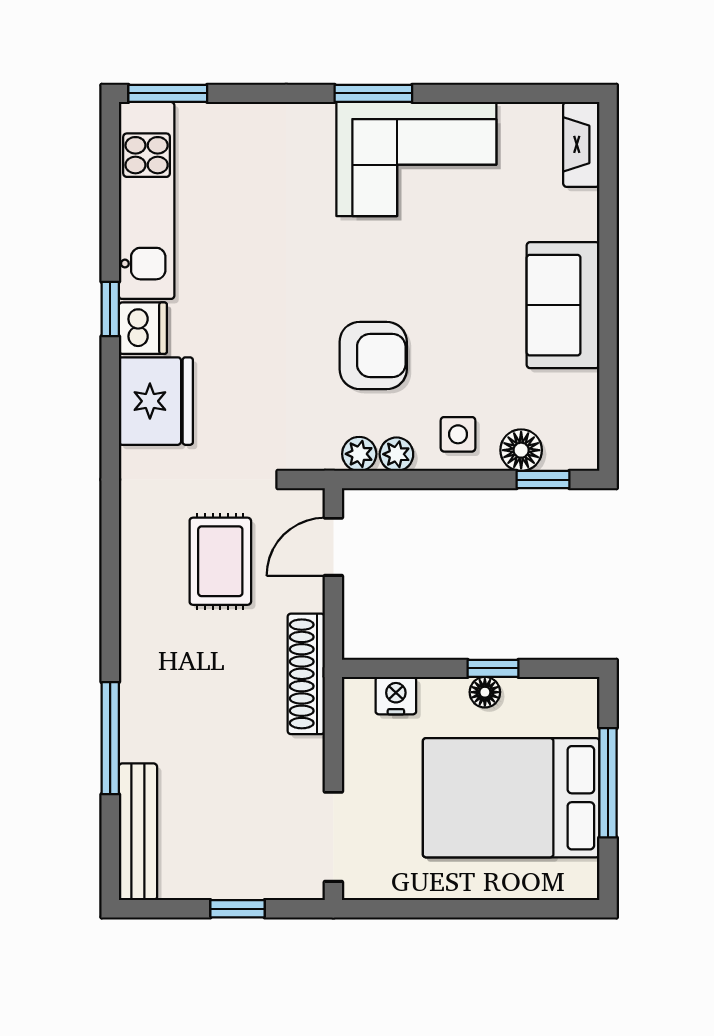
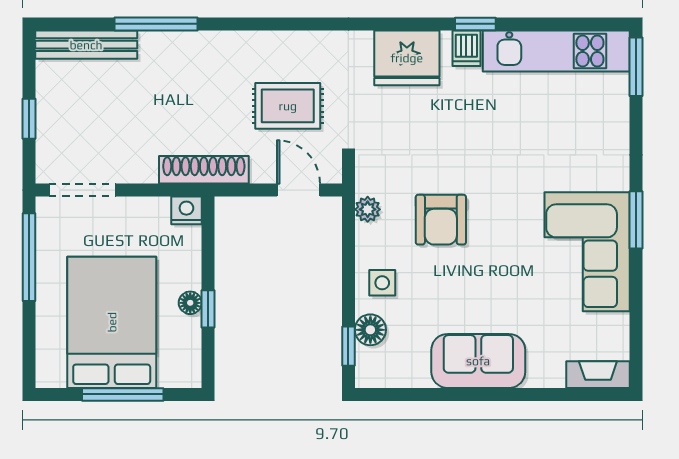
dishwasher: (143, 328) -> (466, 48), width x0.73
plant: (396, 454) -> (367, 237), removed
nightstand: (396, 696) -> (186, 210), moved, turned -90
window: (423, 909) -> (29, 257), added

